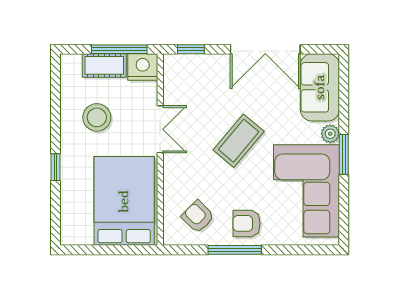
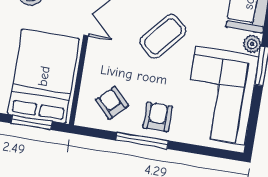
armchair: (247, 223) -> (158, 117), turned 90
window: (120, 250) -> (32, 122), added

